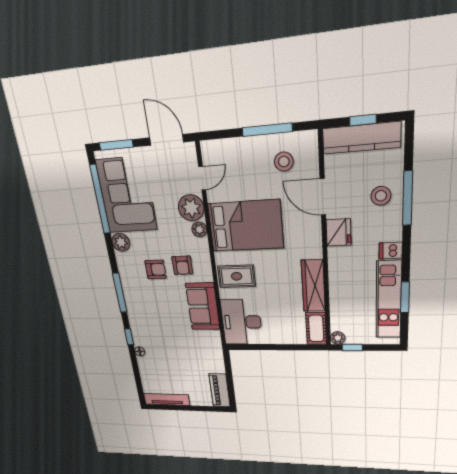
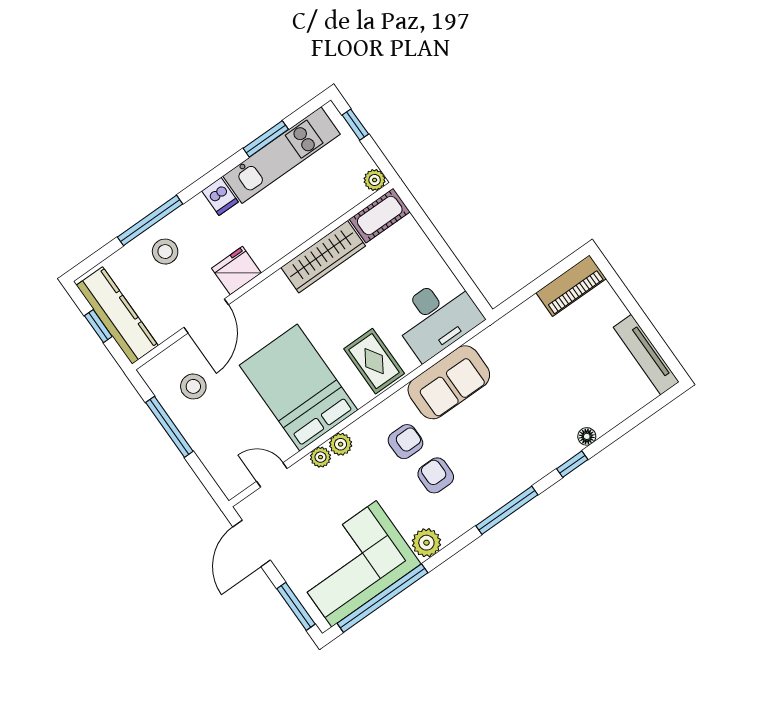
plant: (191, 208) -> (321, 457), width x0.53, depth x0.53
window: (352, 347) -> (355, 125), moved

